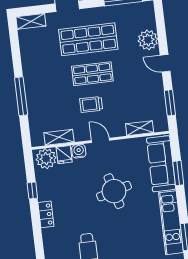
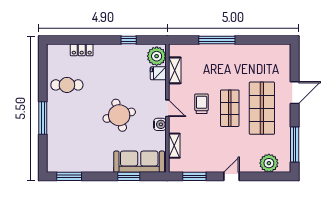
shelving: (31, 21) -> (285, 57), removed
plant: (148, 40) -> (269, 163), moved
door: (100, 140) -> (167, 108), hinge flipped
water cooler: (79, 151) -> (160, 124), moved
locker: (46, 214) -> (82, 50), moved
kitchen unit: (171, 223) -> (84, 164), removed

